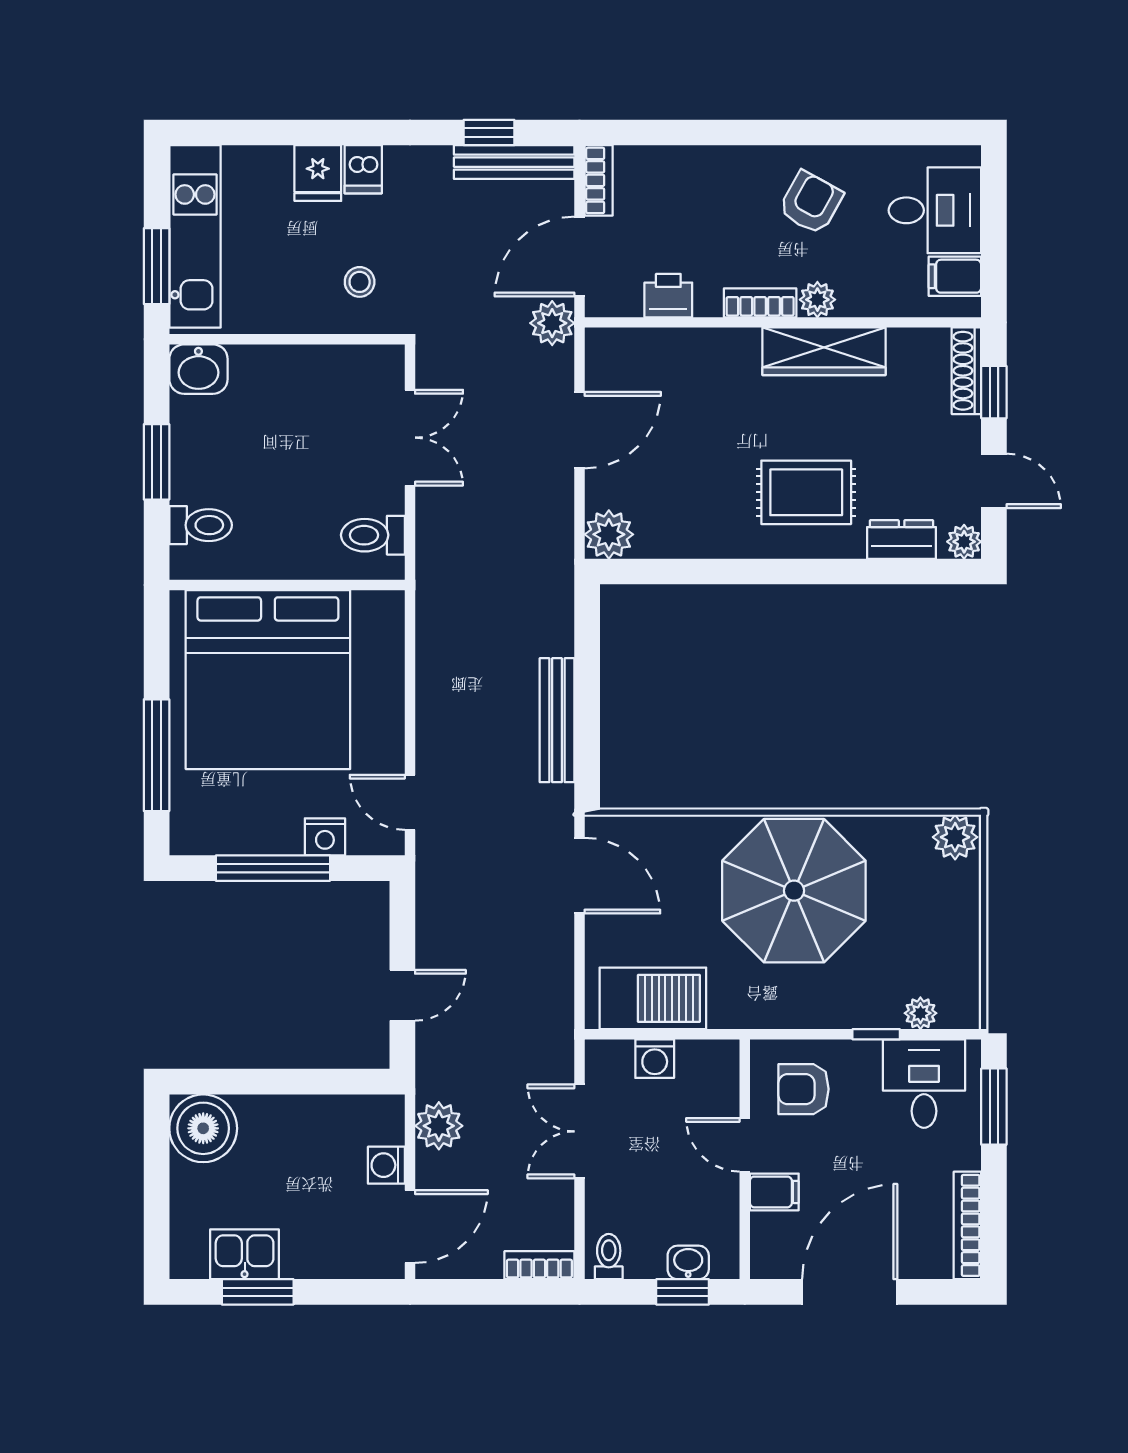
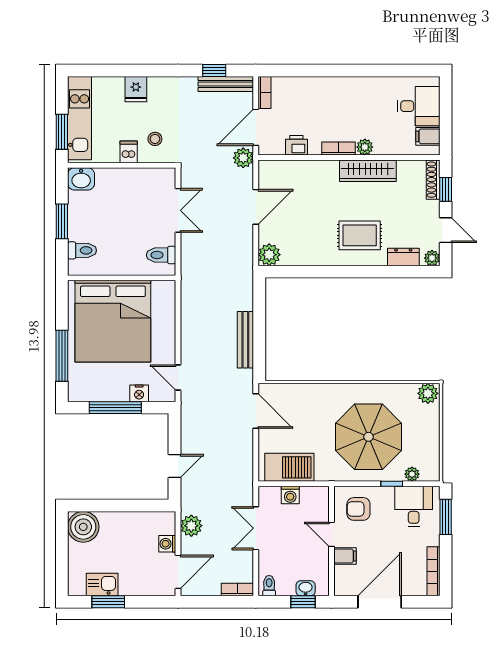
dishwasher: (363, 169) -> (129, 152), moved, turned 180
armchair: (811, 203) -> (362, 103), removed
parasol: (794, 891) -> (369, 437), moved

